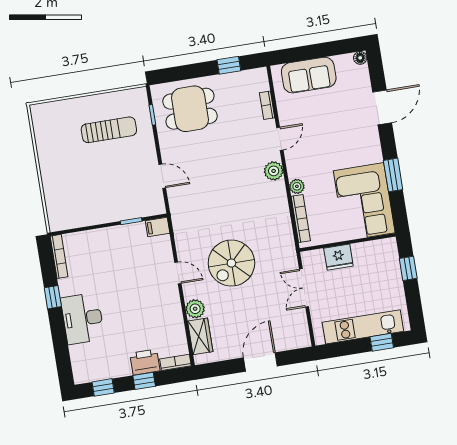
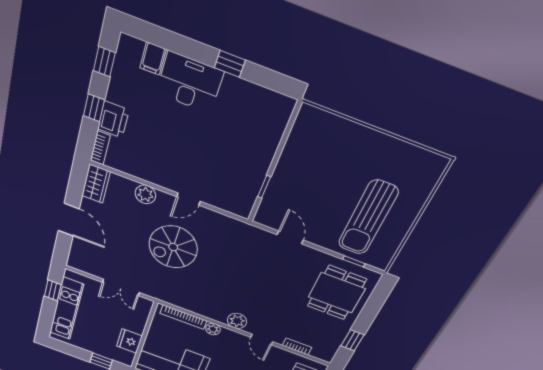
sun lounger: (109, 130) -> (368, 218), width x1.36, depth x1.34
door: (162, 176) -> (290, 237), swing flipped
filing cabinet: (158, 227) -> (153, 59), moved, turned 180
bookcase: (59, 256) -> (270, 96), removed
fridge: (338, 257) -> (129, 341), moved
spiral stairs: (231, 263) -> (173, 247), turned -90
double door: (304, 288) -> (121, 287), swing flipped
wardrobe: (200, 336) -> (96, 184), moved, turned -90
window: (382, 342) -> (53, 290), moved

